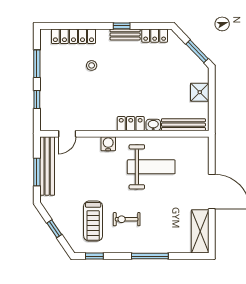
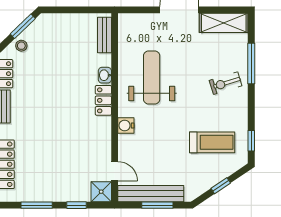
stool: (92, 65) -> (21, 46), moved
shower: (200, 92) -> (101, 192), moved
bench: (183, 125) -> (105, 35), width x0.73
exercise bike: (127, 219) -> (226, 83), moved, turned 73
window: (150, 256) -> (251, 63), moved

